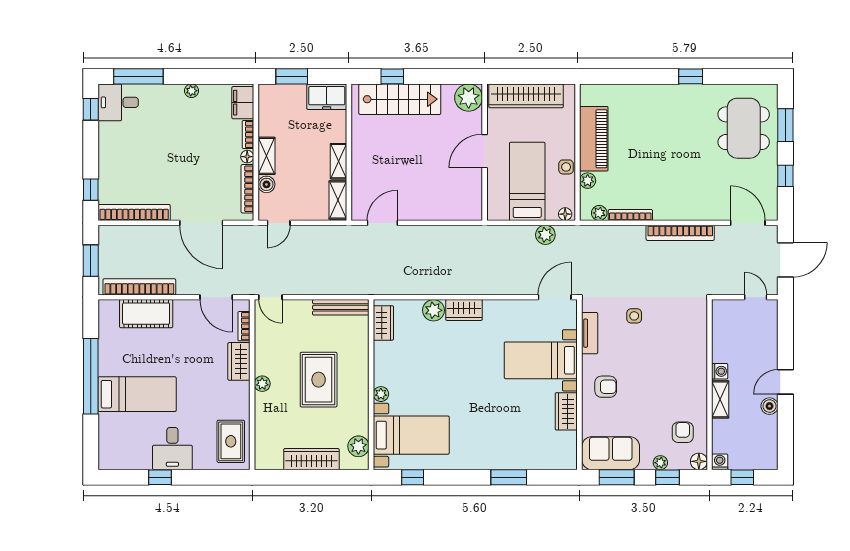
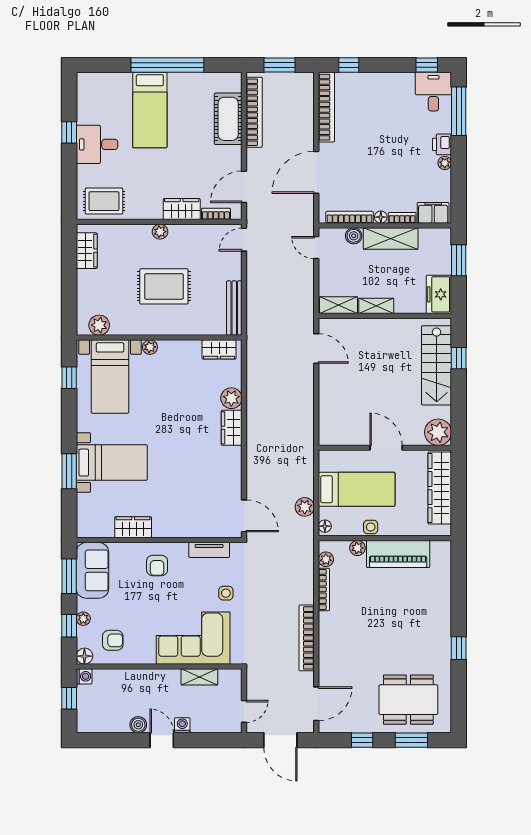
printer: (172, 94) -> (442, 144), added
shelving: (266, 156) -> (391, 239), width x1.50, depth x1.33
corner sofa: (680, 350) -> (193, 638), added
bed with nightstands: (541, 360) -> (112, 463), moved, turned 90
washing machine: (720, 371) -> (182, 725), moved, turned 180
shelving: (720, 399) -> (199, 677), moved
wardrobe: (311, 459) -> (87, 251), moved, width x0.67

